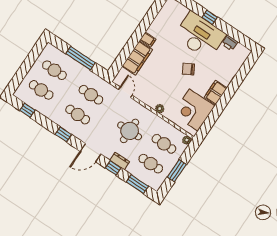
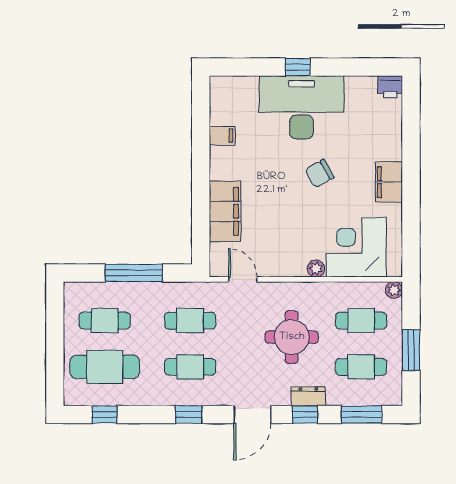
filing cabinet: (148, 39) -> (222, 136), moved
printer: (230, 43) -> (390, 87), moved
cafe table: (41, 90) -> (105, 367), width x1.37, depth x1.35
corner desk: (194, 110) -> (356, 247), moved, turned 90

